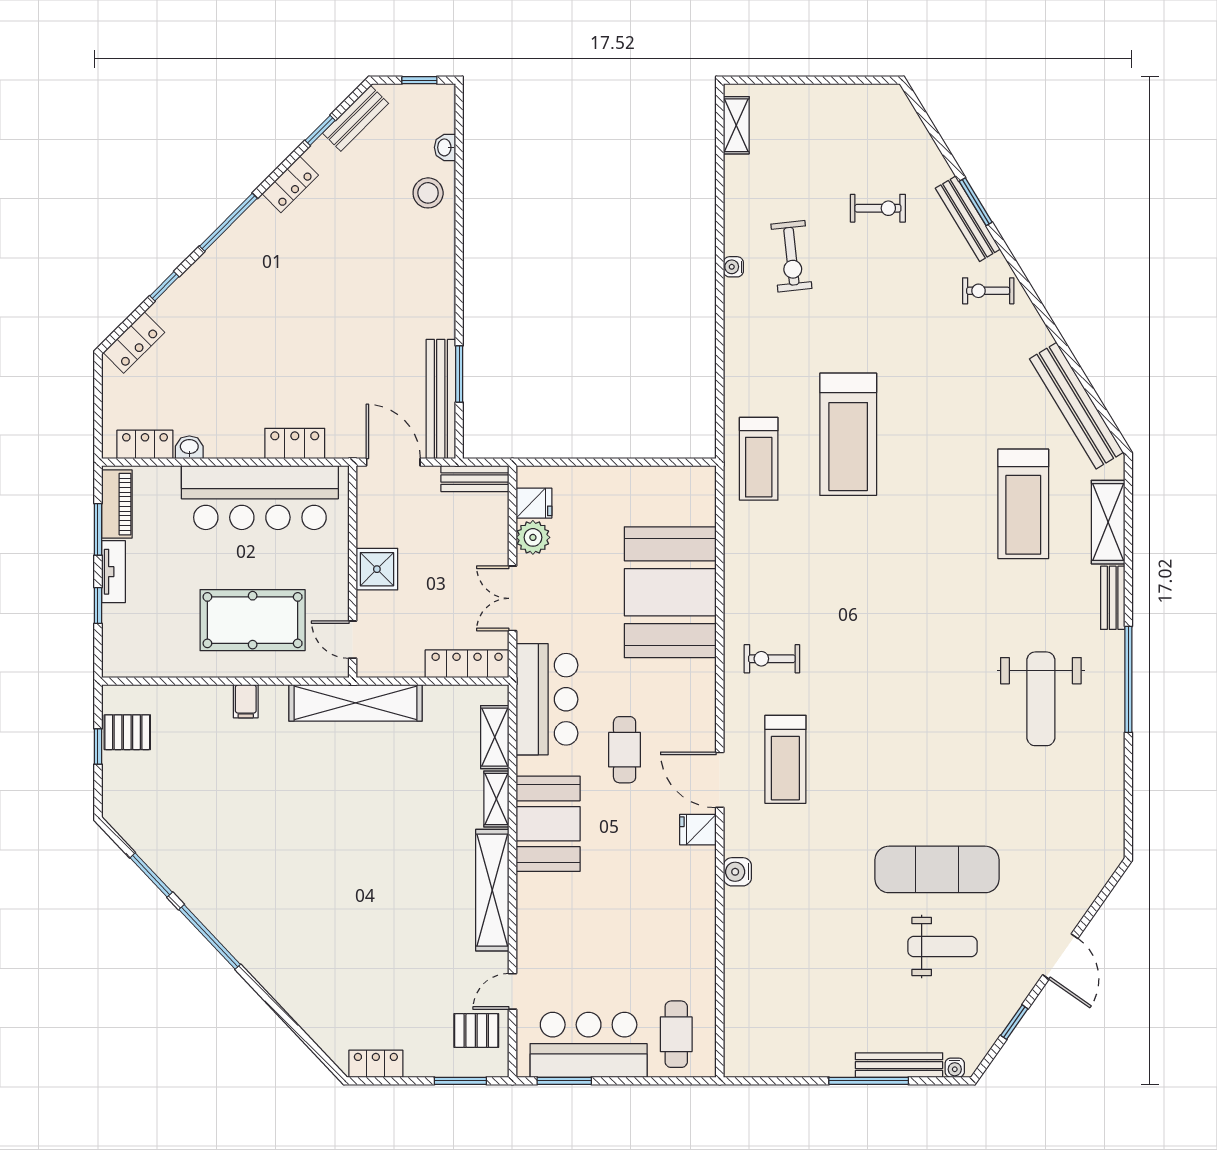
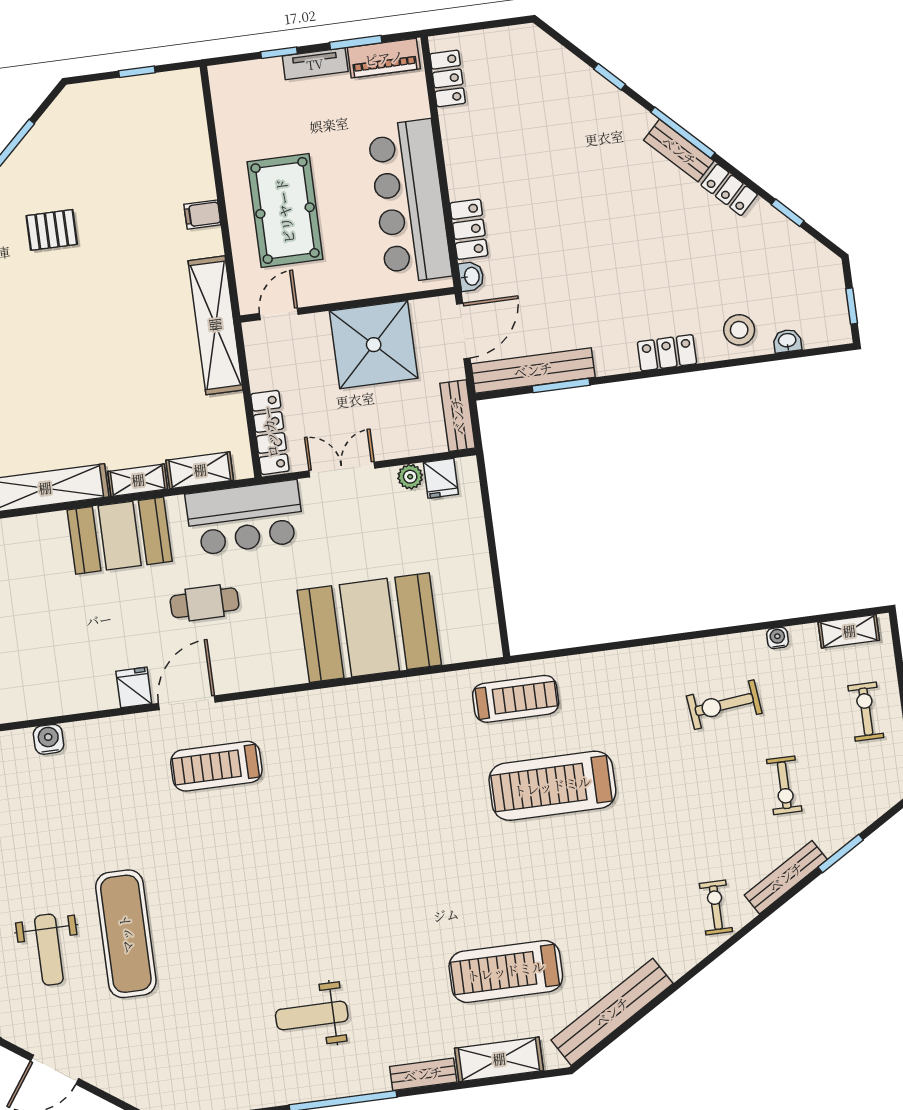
bench: (356, 118) -> (679, 151), moved
window: (976, 202) -> (841, 853), moved
water cooler: (733, 267) -> (778, 638), moved
locker: (134, 342) -> (667, 353), moved, turned 135
washbasin: (189, 447) -> (471, 276), moved
treadmill: (759, 459) -> (516, 699), turned 180
plant: (533, 537) -> (410, 477), width x0.73, depth x0.73
shower: (377, 569) -> (374, 345), width x1.86, depth x1.86
exercise bike: (772, 659) -> (866, 712), moved
weight bench: (1041, 699) -> (312, 1015), width x0.73, depth x0.75
pallet: (127, 732) -> (52, 230), moved, turned 90
water cooler: (737, 872) -> (49, 739), moved

